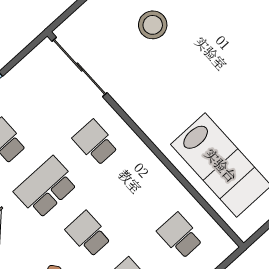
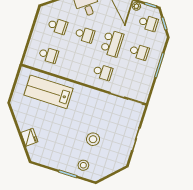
stool: (153, 25) -> (93, 139), moved

